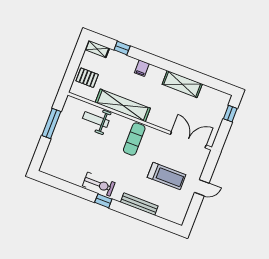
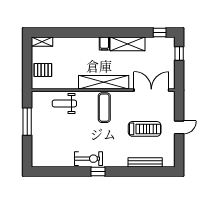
window: (122, 48) -> (160, 33), moved
filing cabinet: (142, 68) -> (104, 44), moved
shelving: (123, 105) -> (104, 82), moved
bench: (139, 204) -> (145, 162), moved

